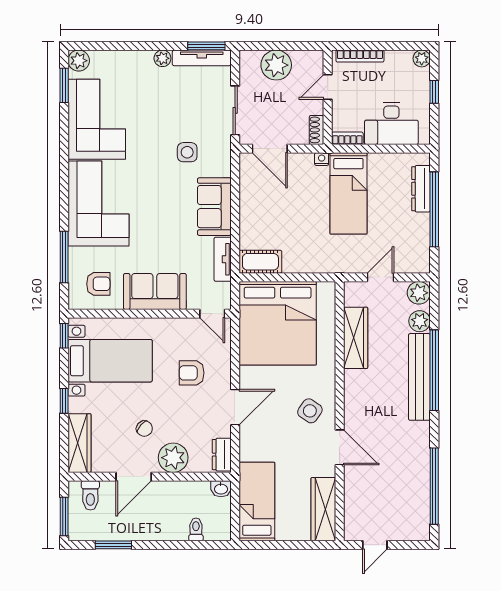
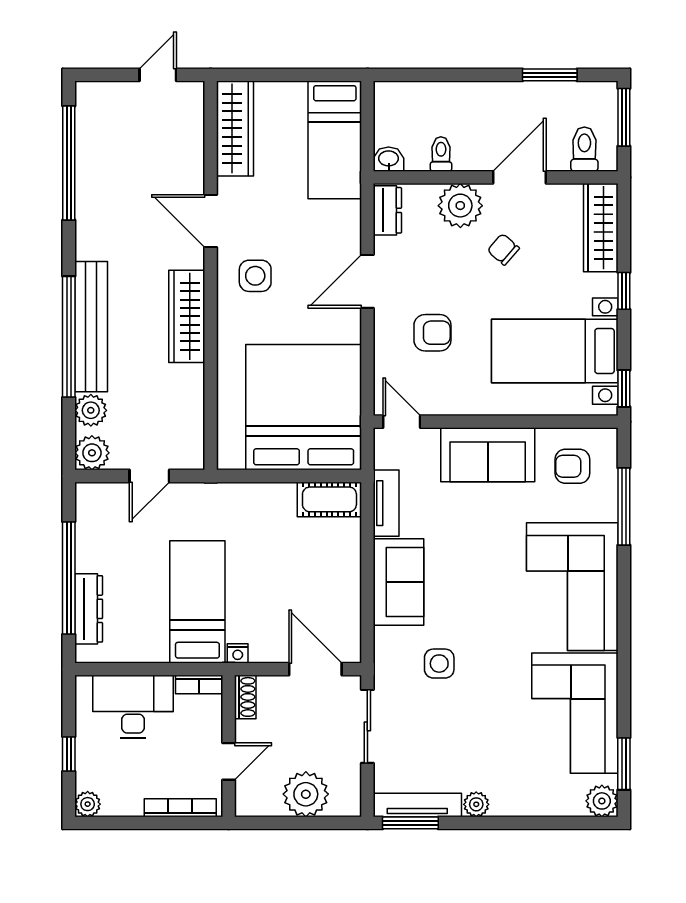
wardrobe: (356, 338) -> (187, 316), moved
side table: (310, 411) -> (255, 276), turned -34
toilet: (196, 529) -> (441, 154), moved, turned 180

